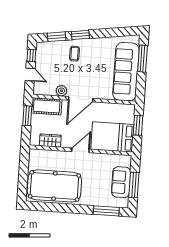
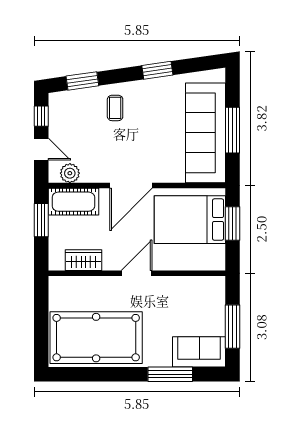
window: (80, 35) -> (157, 70), moved
window: (143, 59) -> (232, 130), moved
plant: (61, 91) -> (70, 173), moved
bed: (112, 137) -> (190, 220), moved
sofa: (121, 182) -> (199, 352), moved, turned 90
window: (106, 211) -> (170, 374), moved

